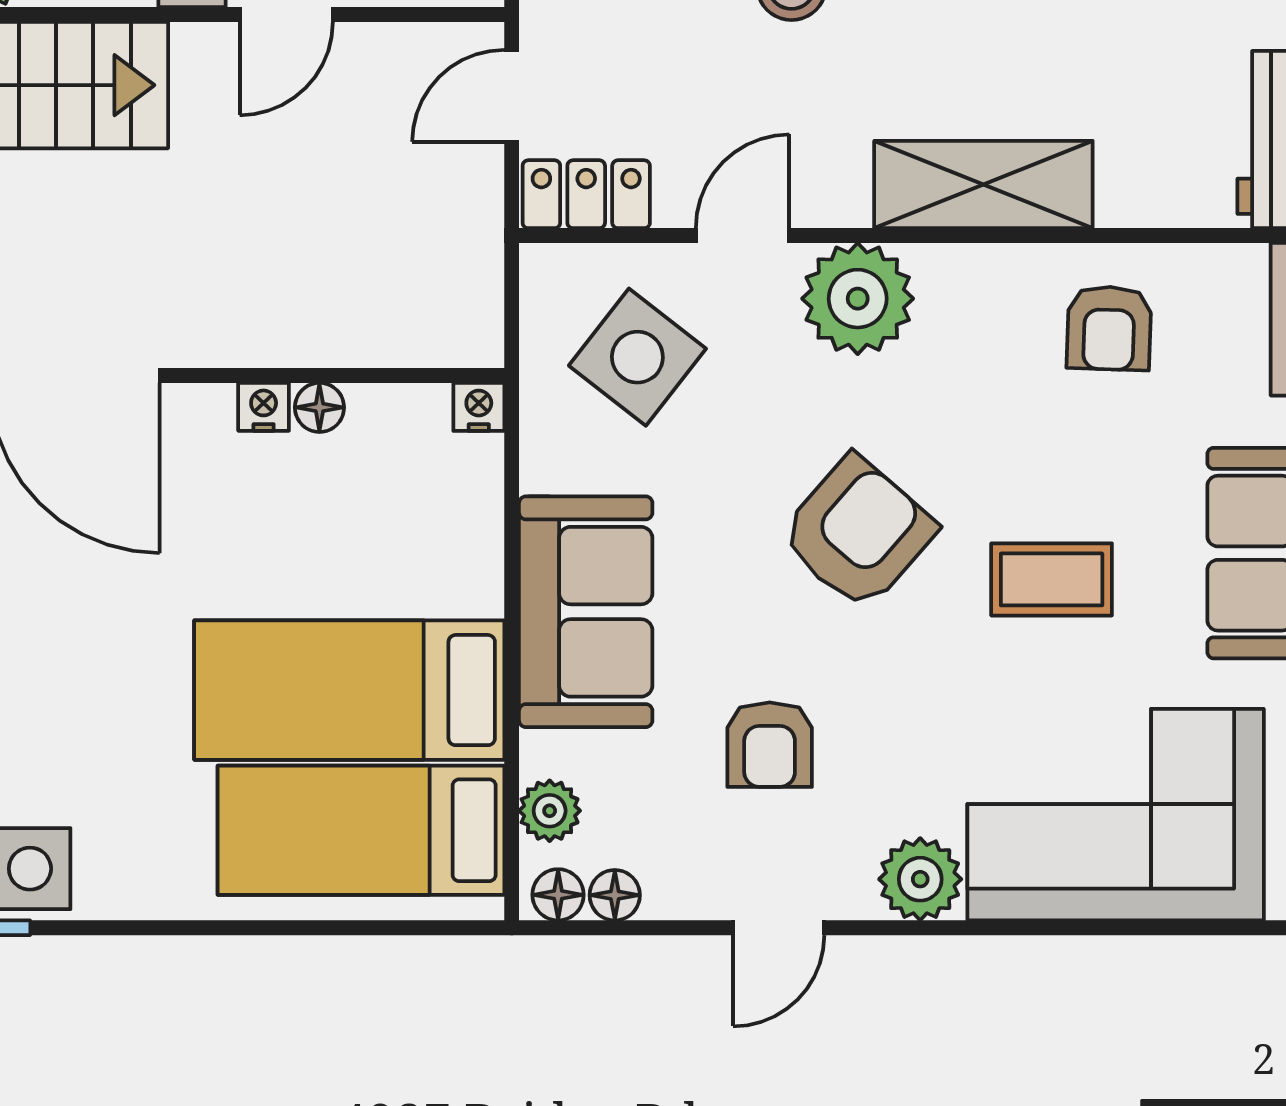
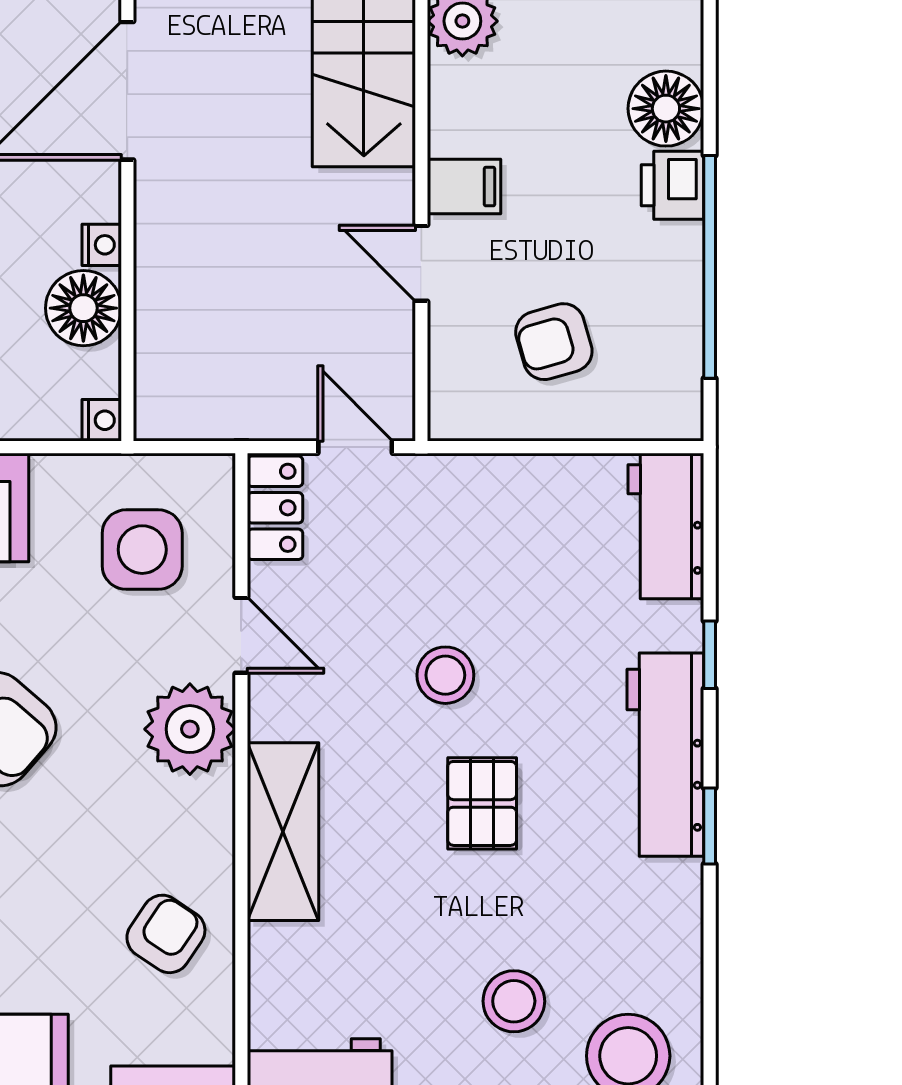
armchair: (1109, 328) -> (166, 934), turned 122
side table: (637, 357) -> (142, 550), turned -38
floor lamp: (319, 407) -> (83, 308), width x1.89, depth x1.89

